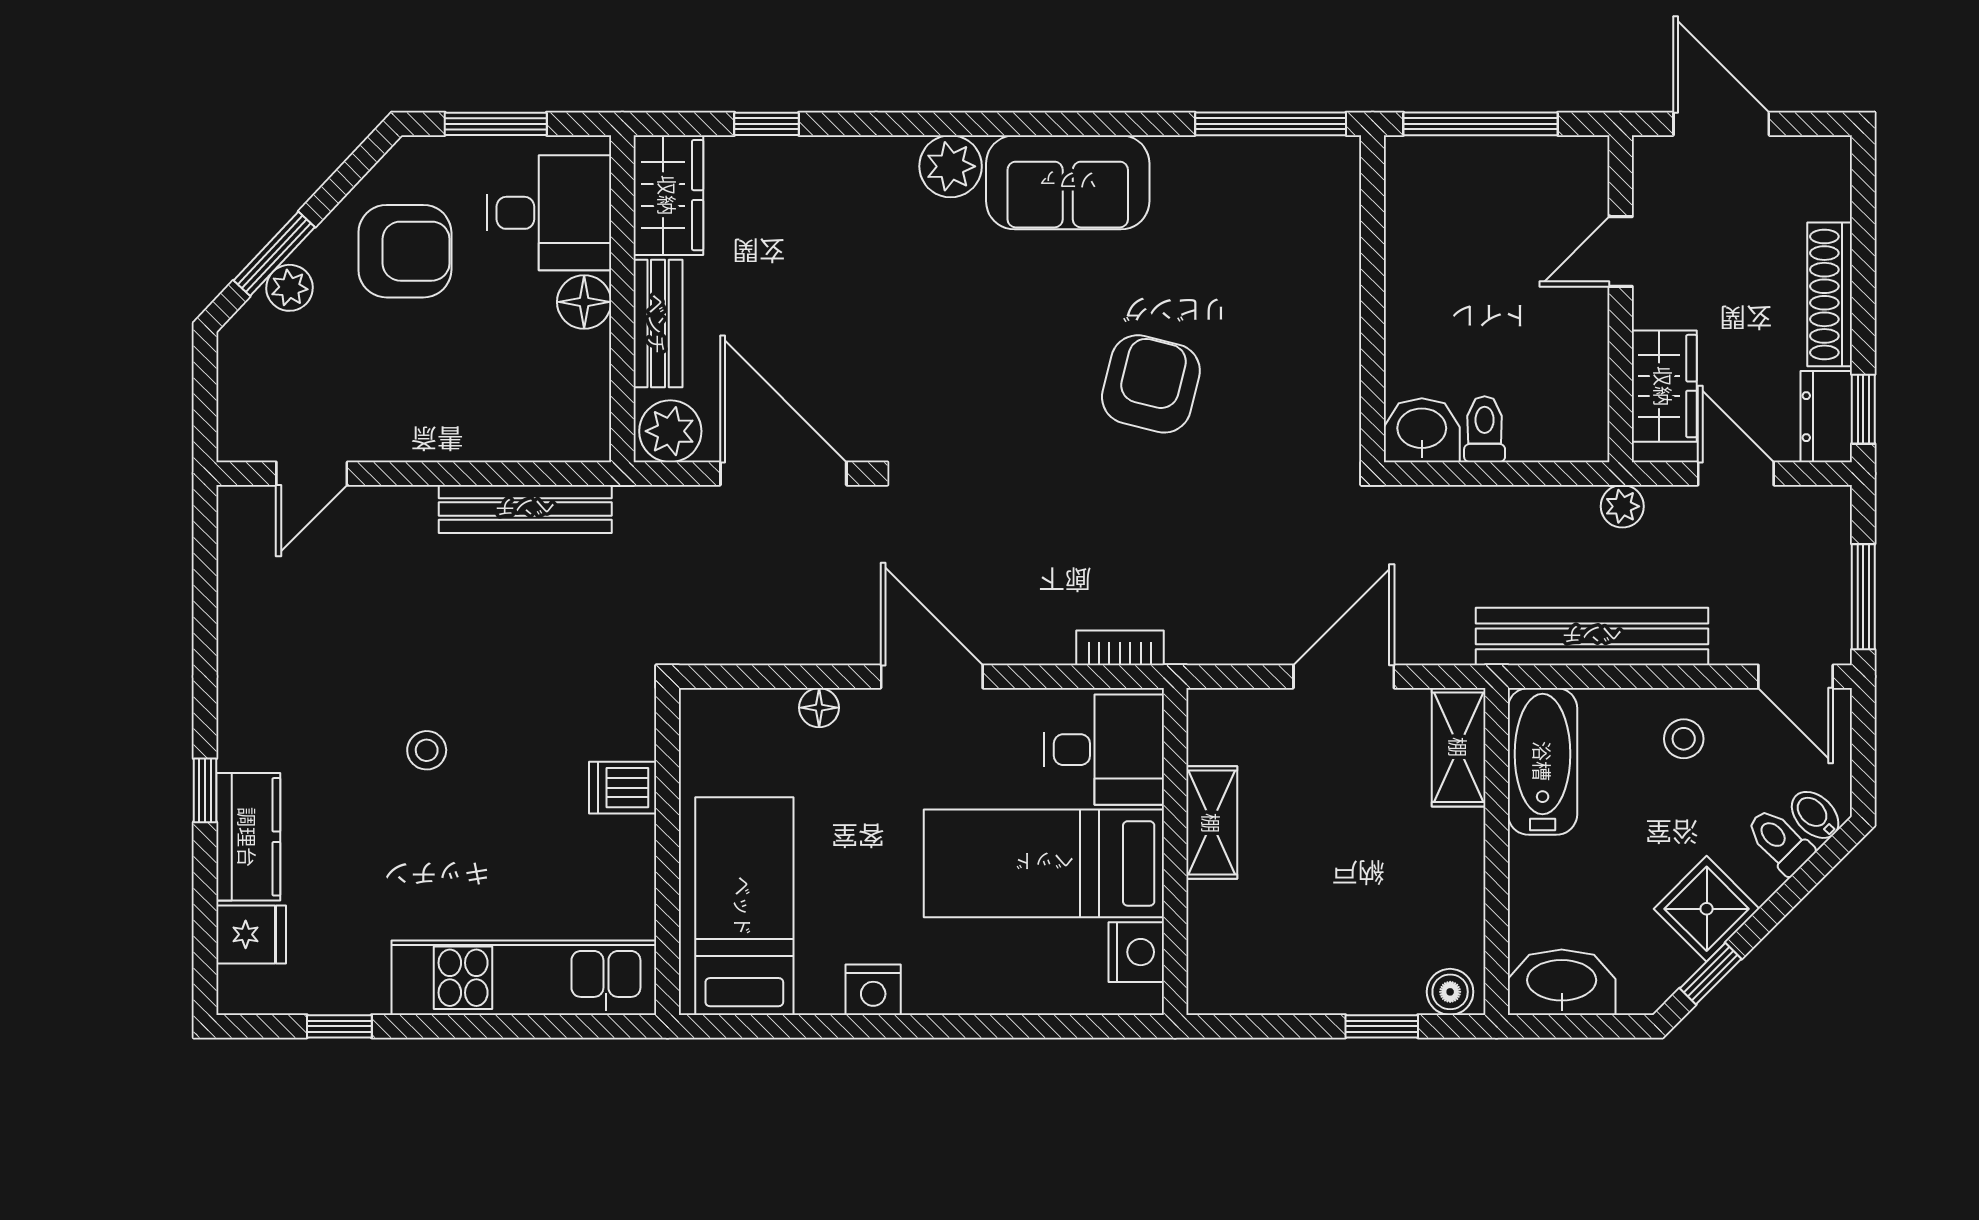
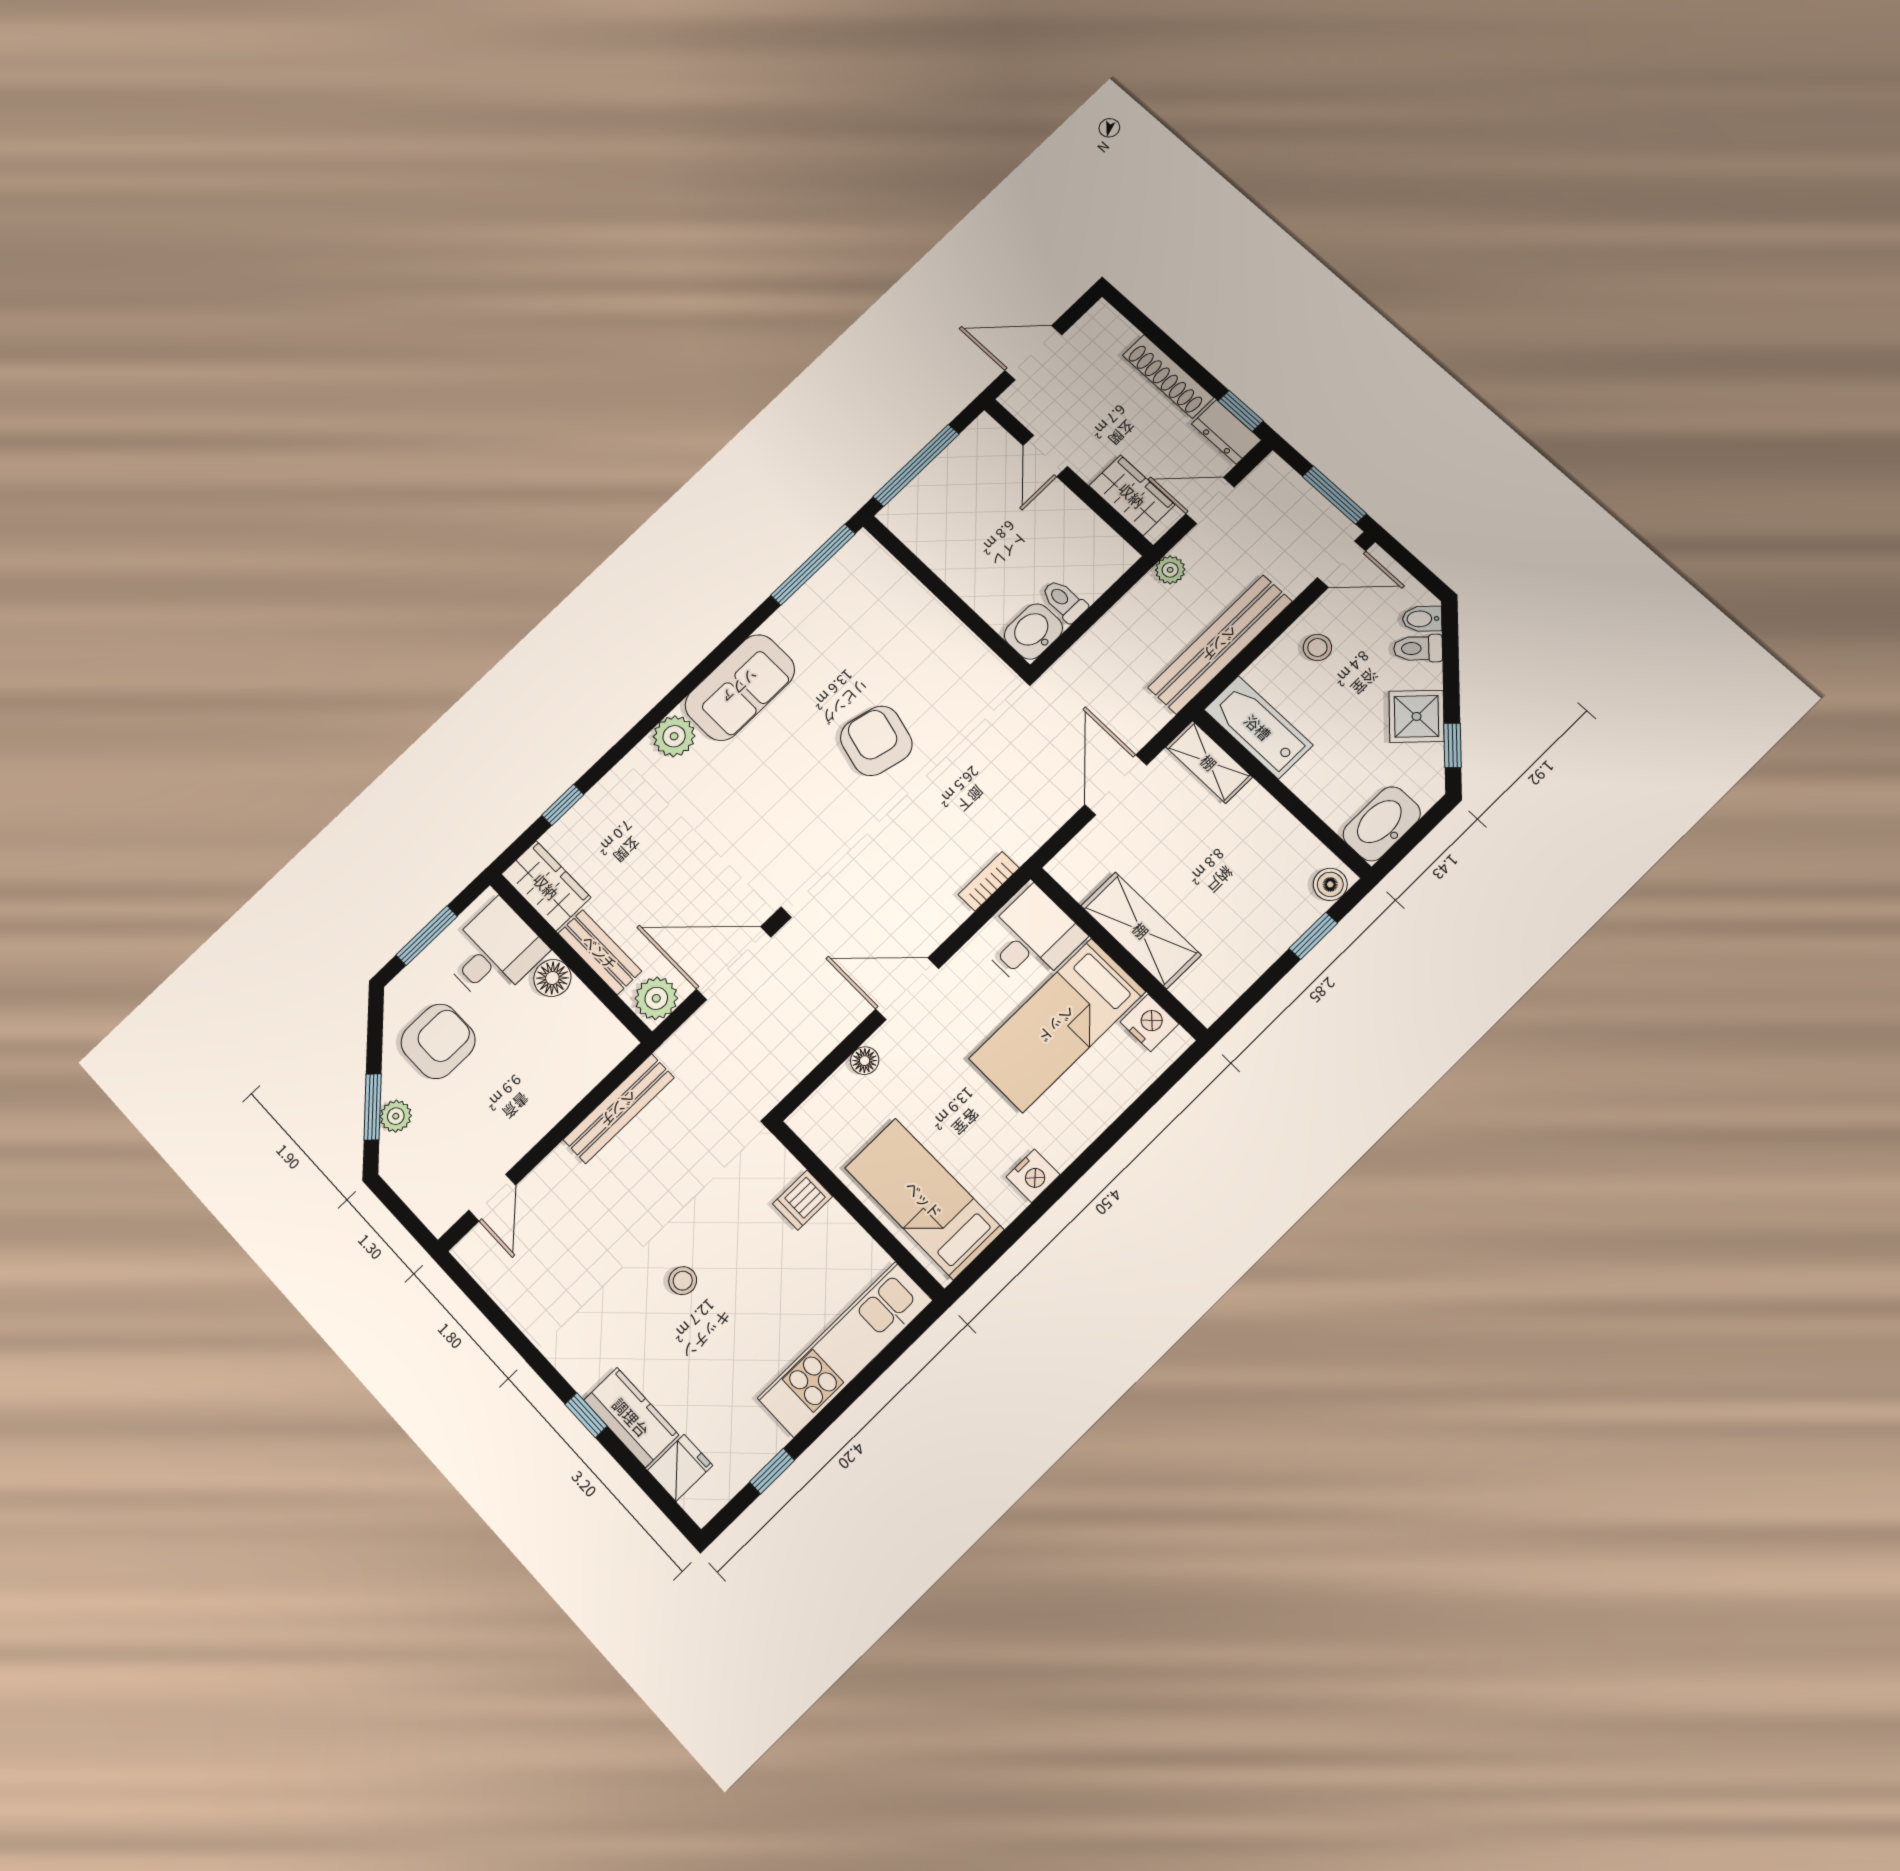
shelving: (1212, 823) -> (1141, 930), width x1.50, depth x1.33

